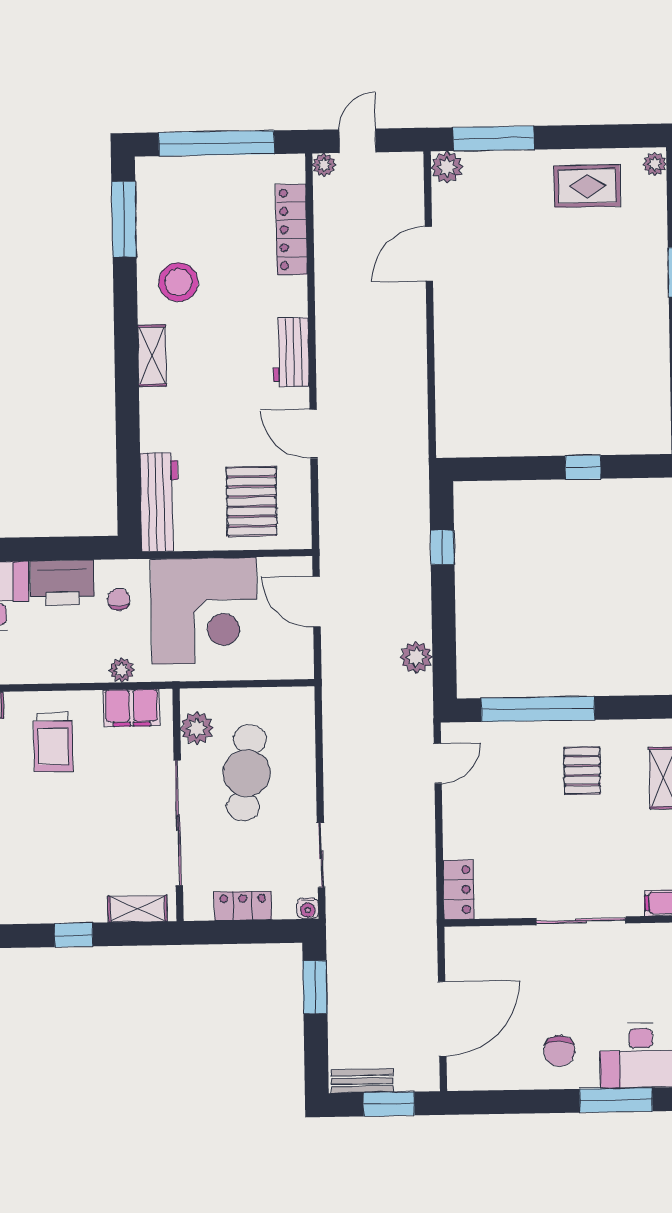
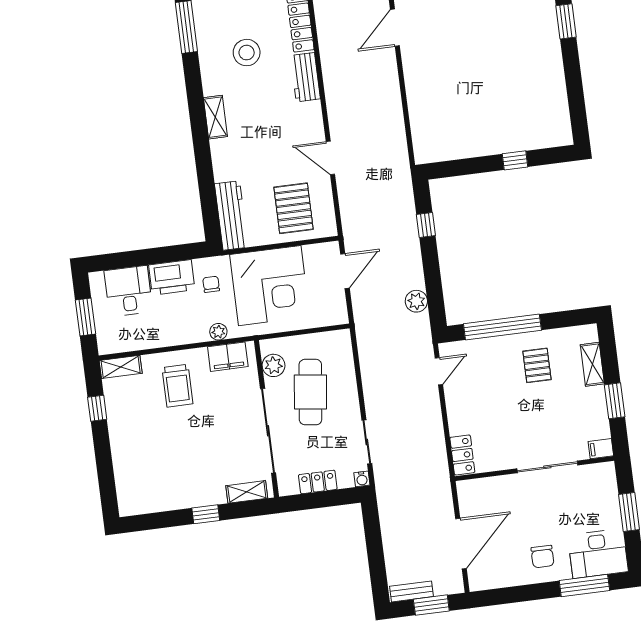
stool: (178, 282) -> (247, 53), moved
workbench: (291, 352) -> (305, 77), moved
door: (317, 602) -> (345, 271), swing flipped
window: (315, 987) -> (373, 532), removed

